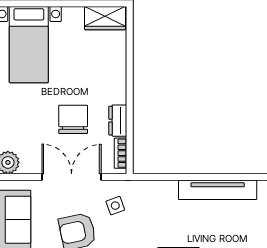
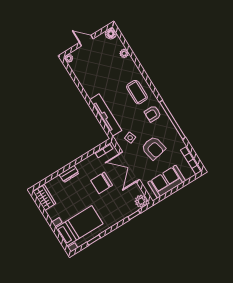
dresser: (118, 121) -> (69, 174), moved
tv unit: (218, 190) -> (106, 115), moved

